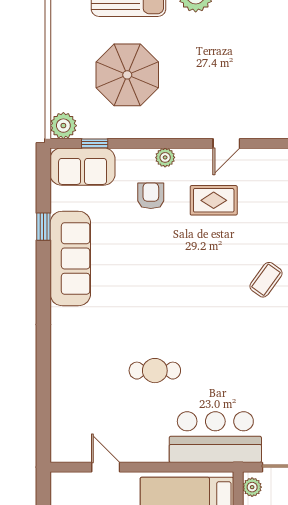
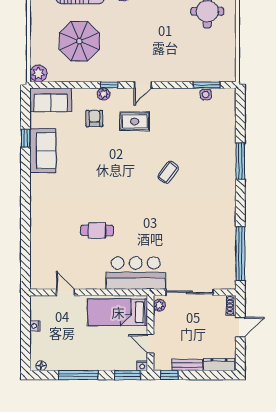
window: (95, 143) -> (109, 85), moved
sofa: (70, 258) -> (43, 151), width x0.73

